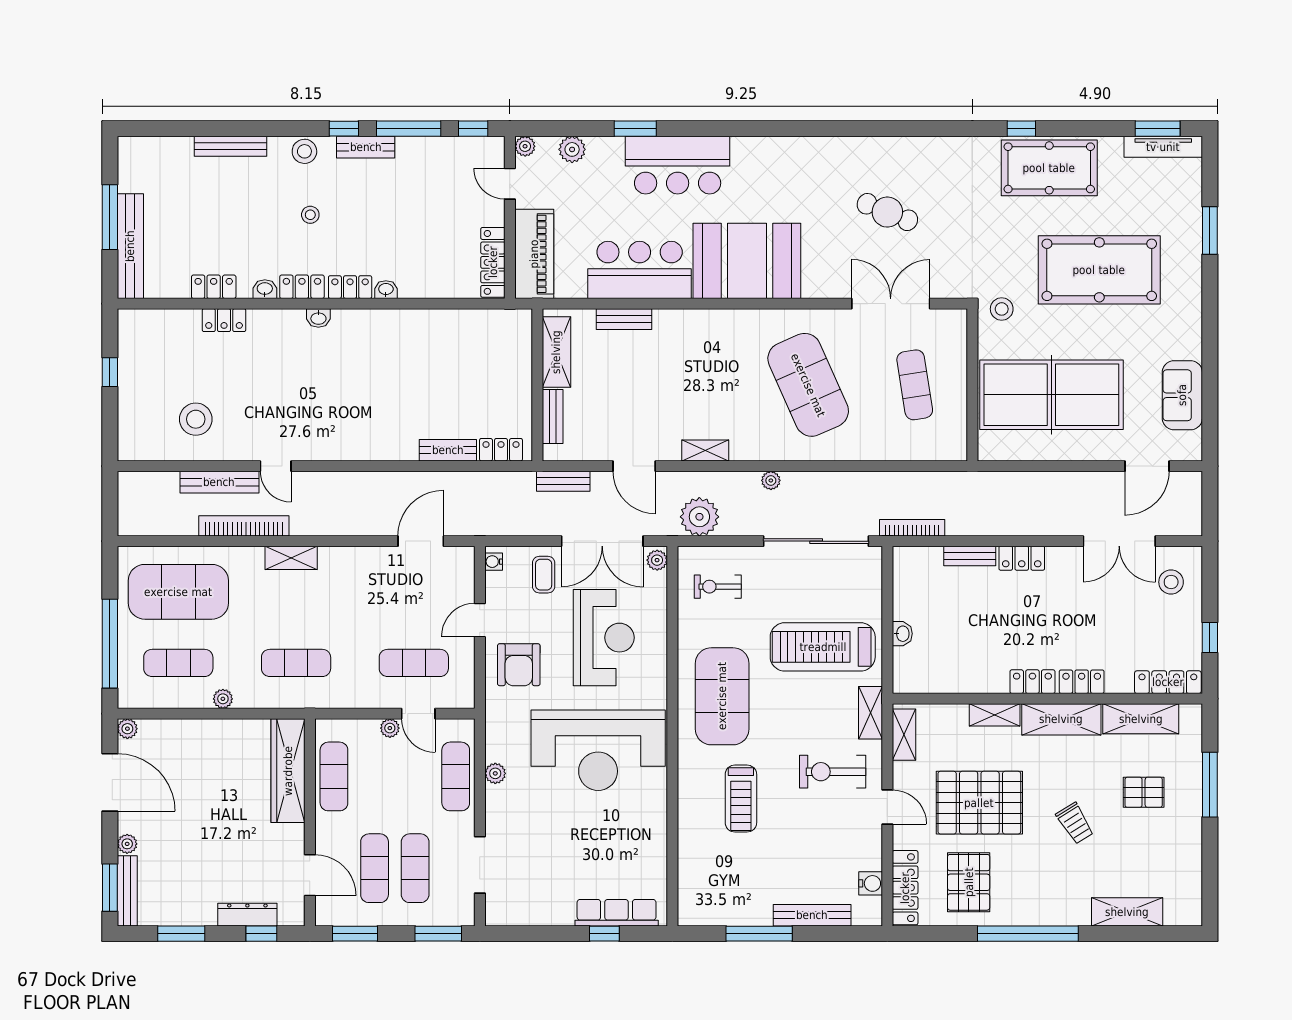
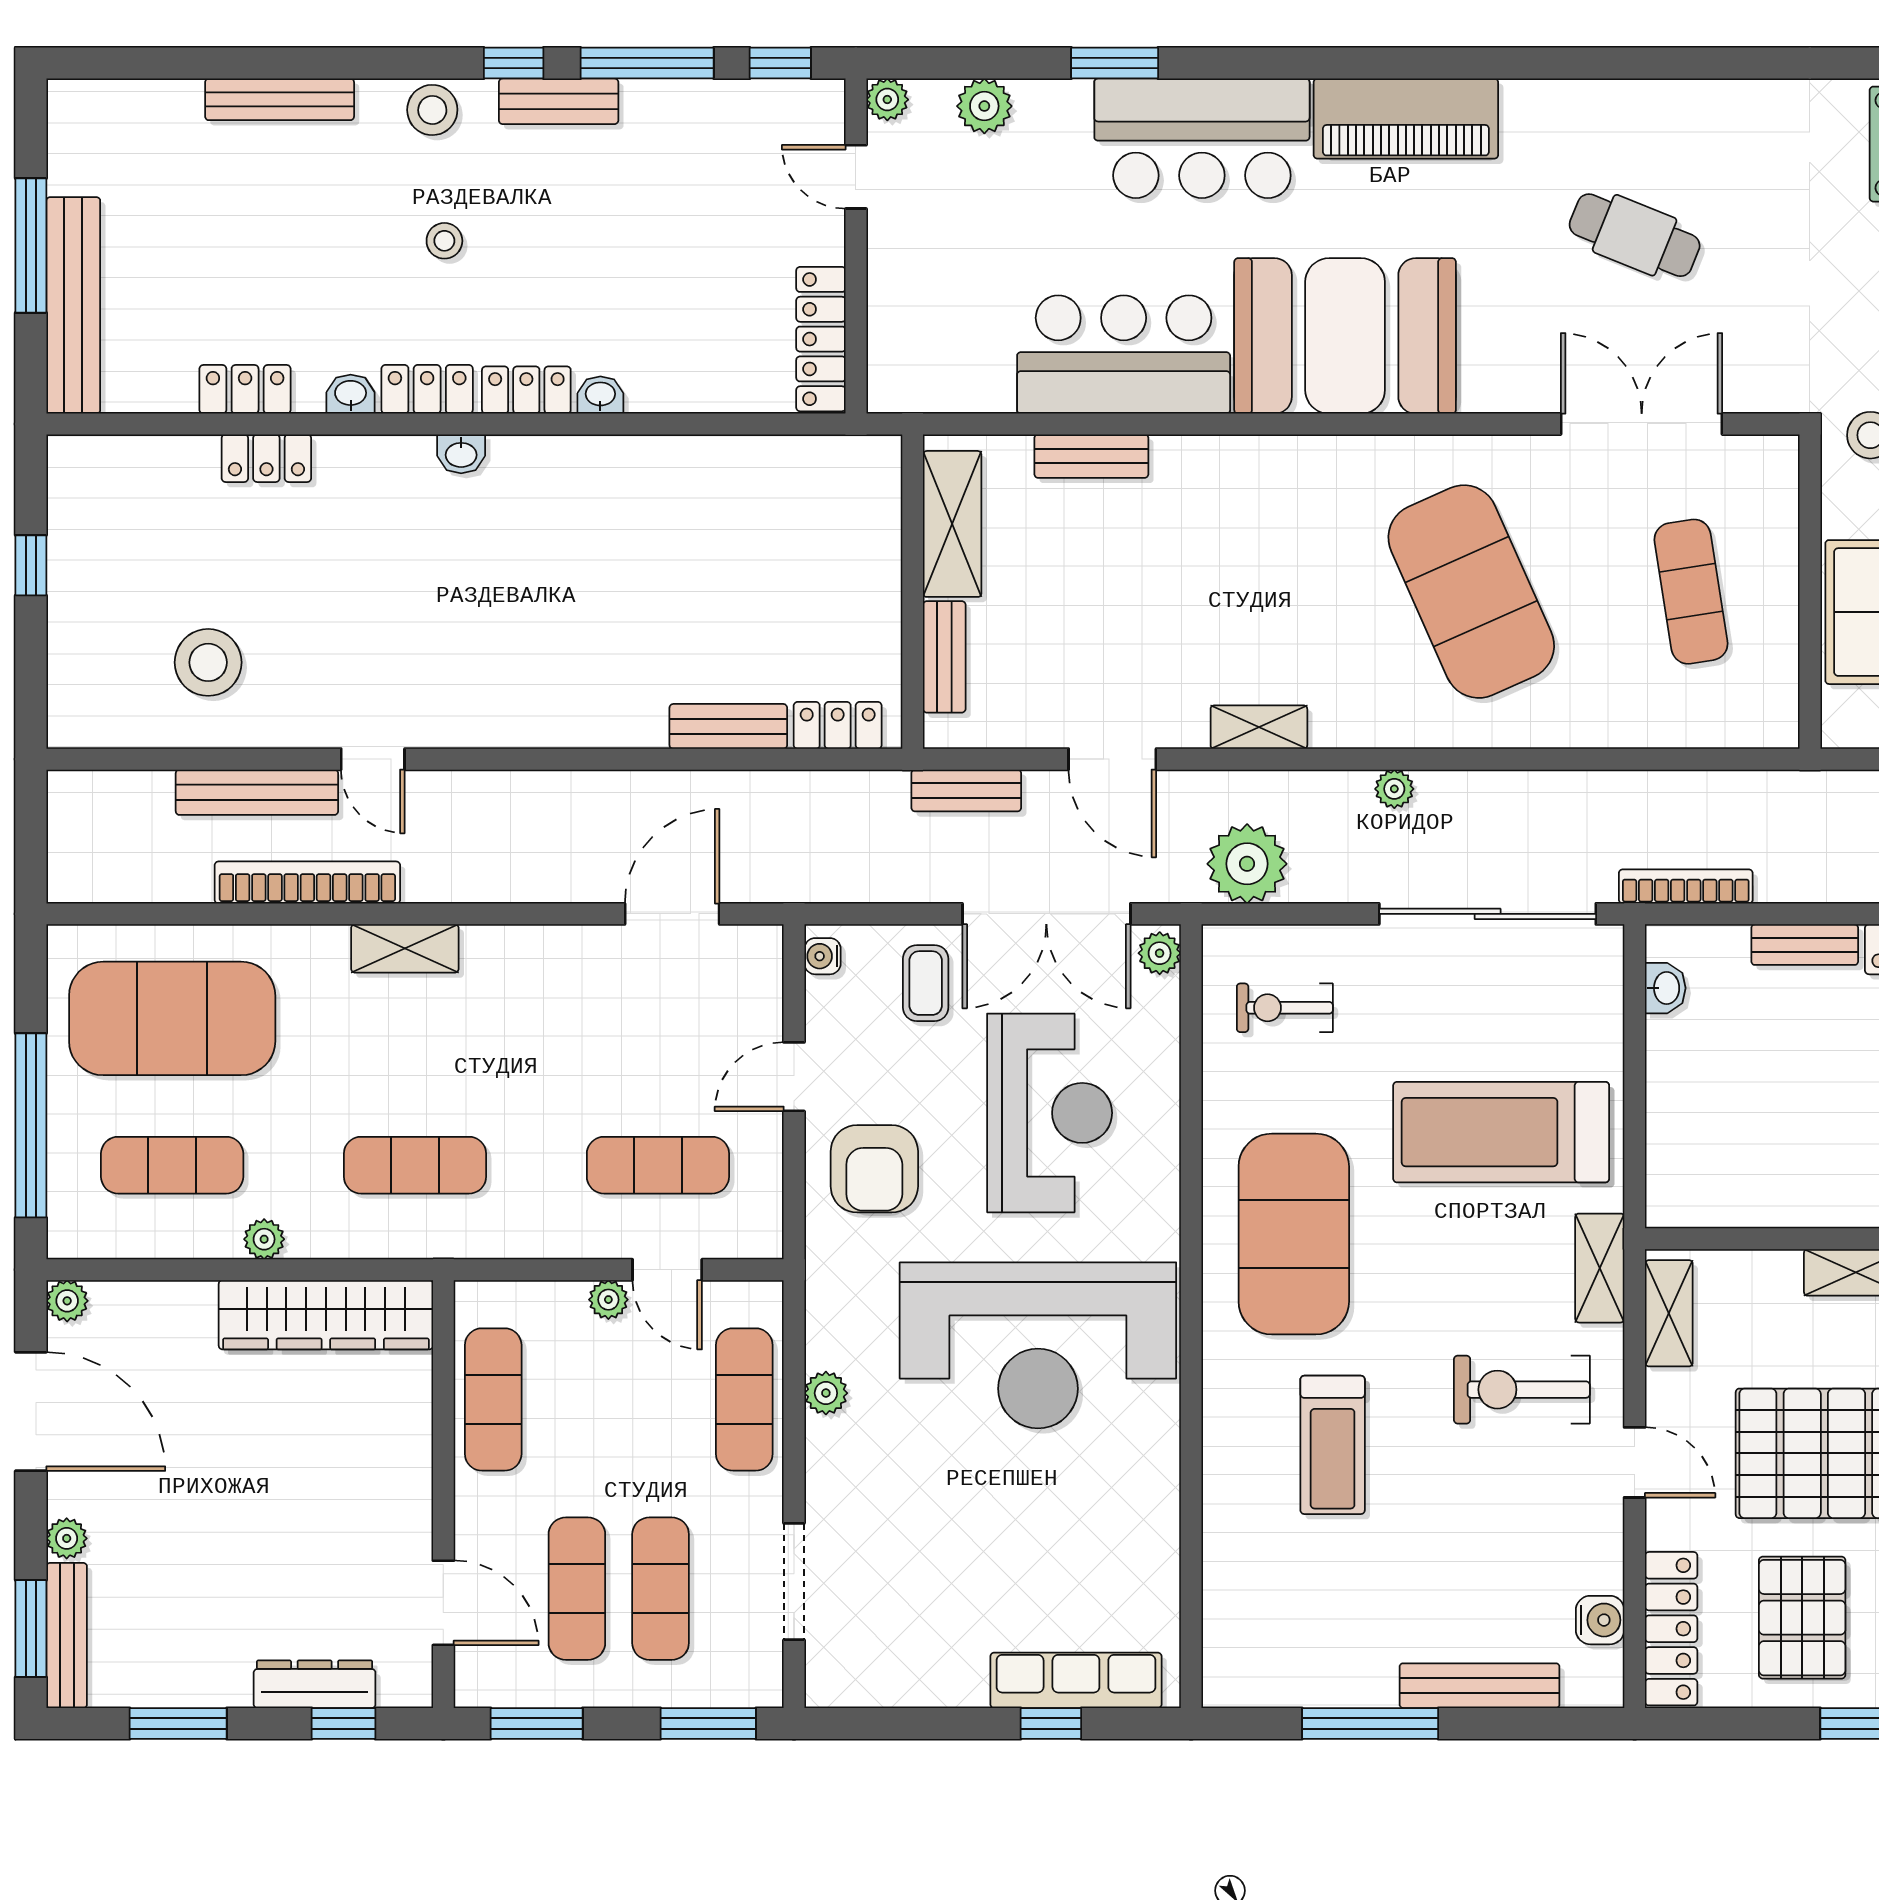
piano: (534, 254) -> (1406, 119), moved, turned 90
washbasin: (902, 634) -> (1665, 988), moved
wardrobe: (288, 771) -> (326, 1315), moved, turned -90

